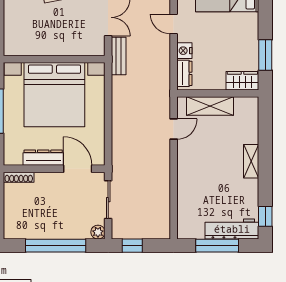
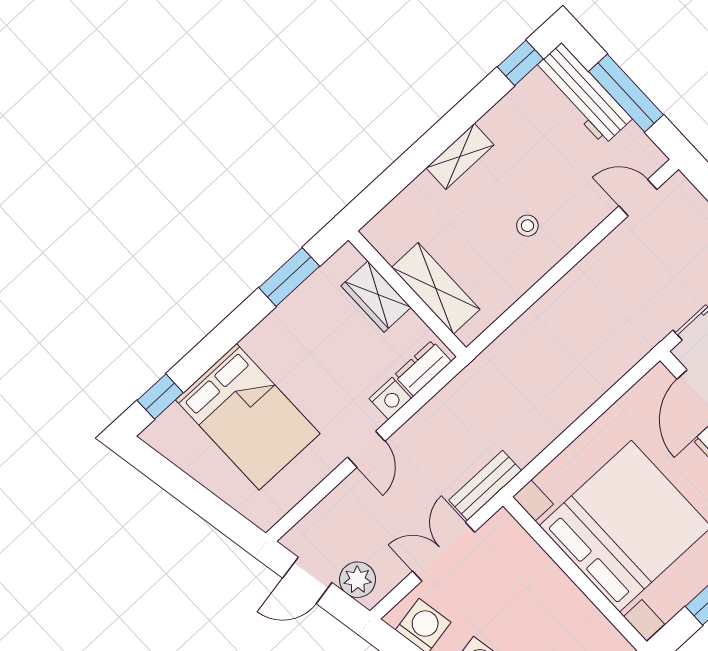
wardrobe: (242, 81) -> (376, 297), moved
door: (174, 129) -> (638, 198), moved
stool: (202, 162) -> (527, 226), added

